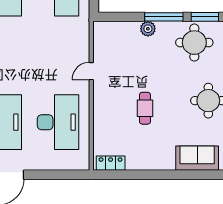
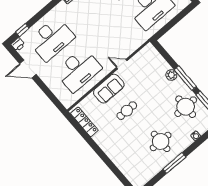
sofa: (197, 158) -> (109, 89), moved, turned 90
locker: (111, 163) -> (84, 122), width x1.53

